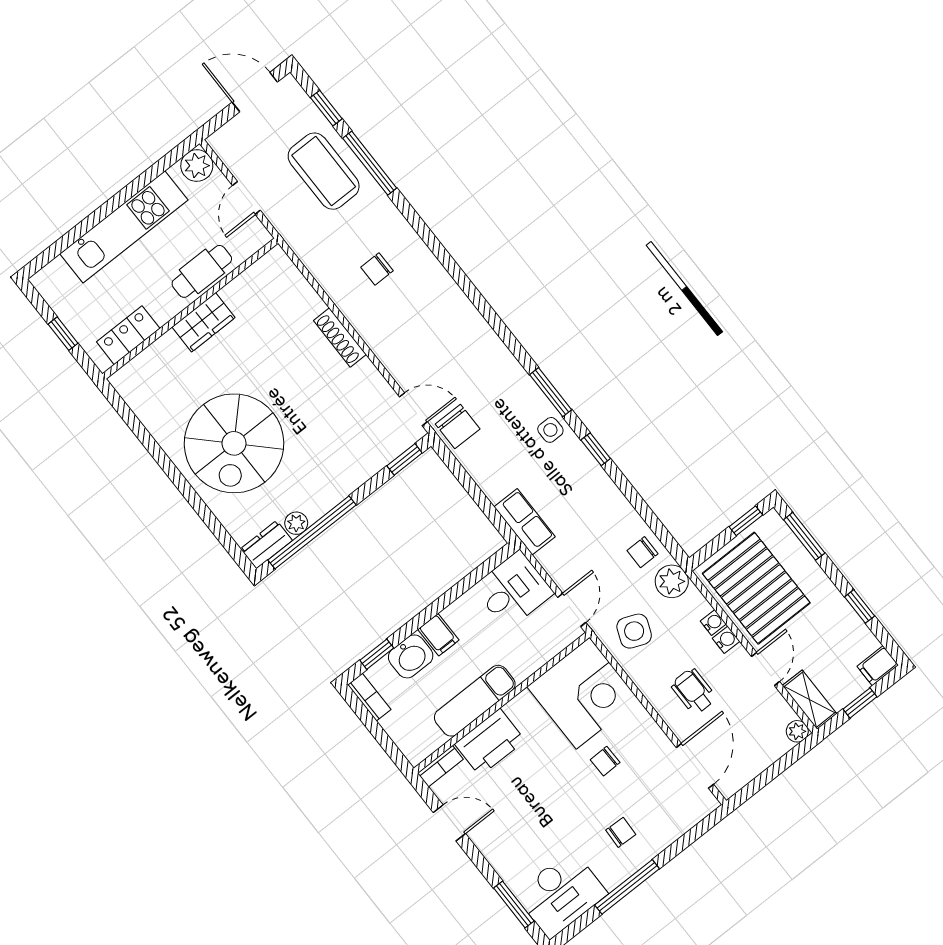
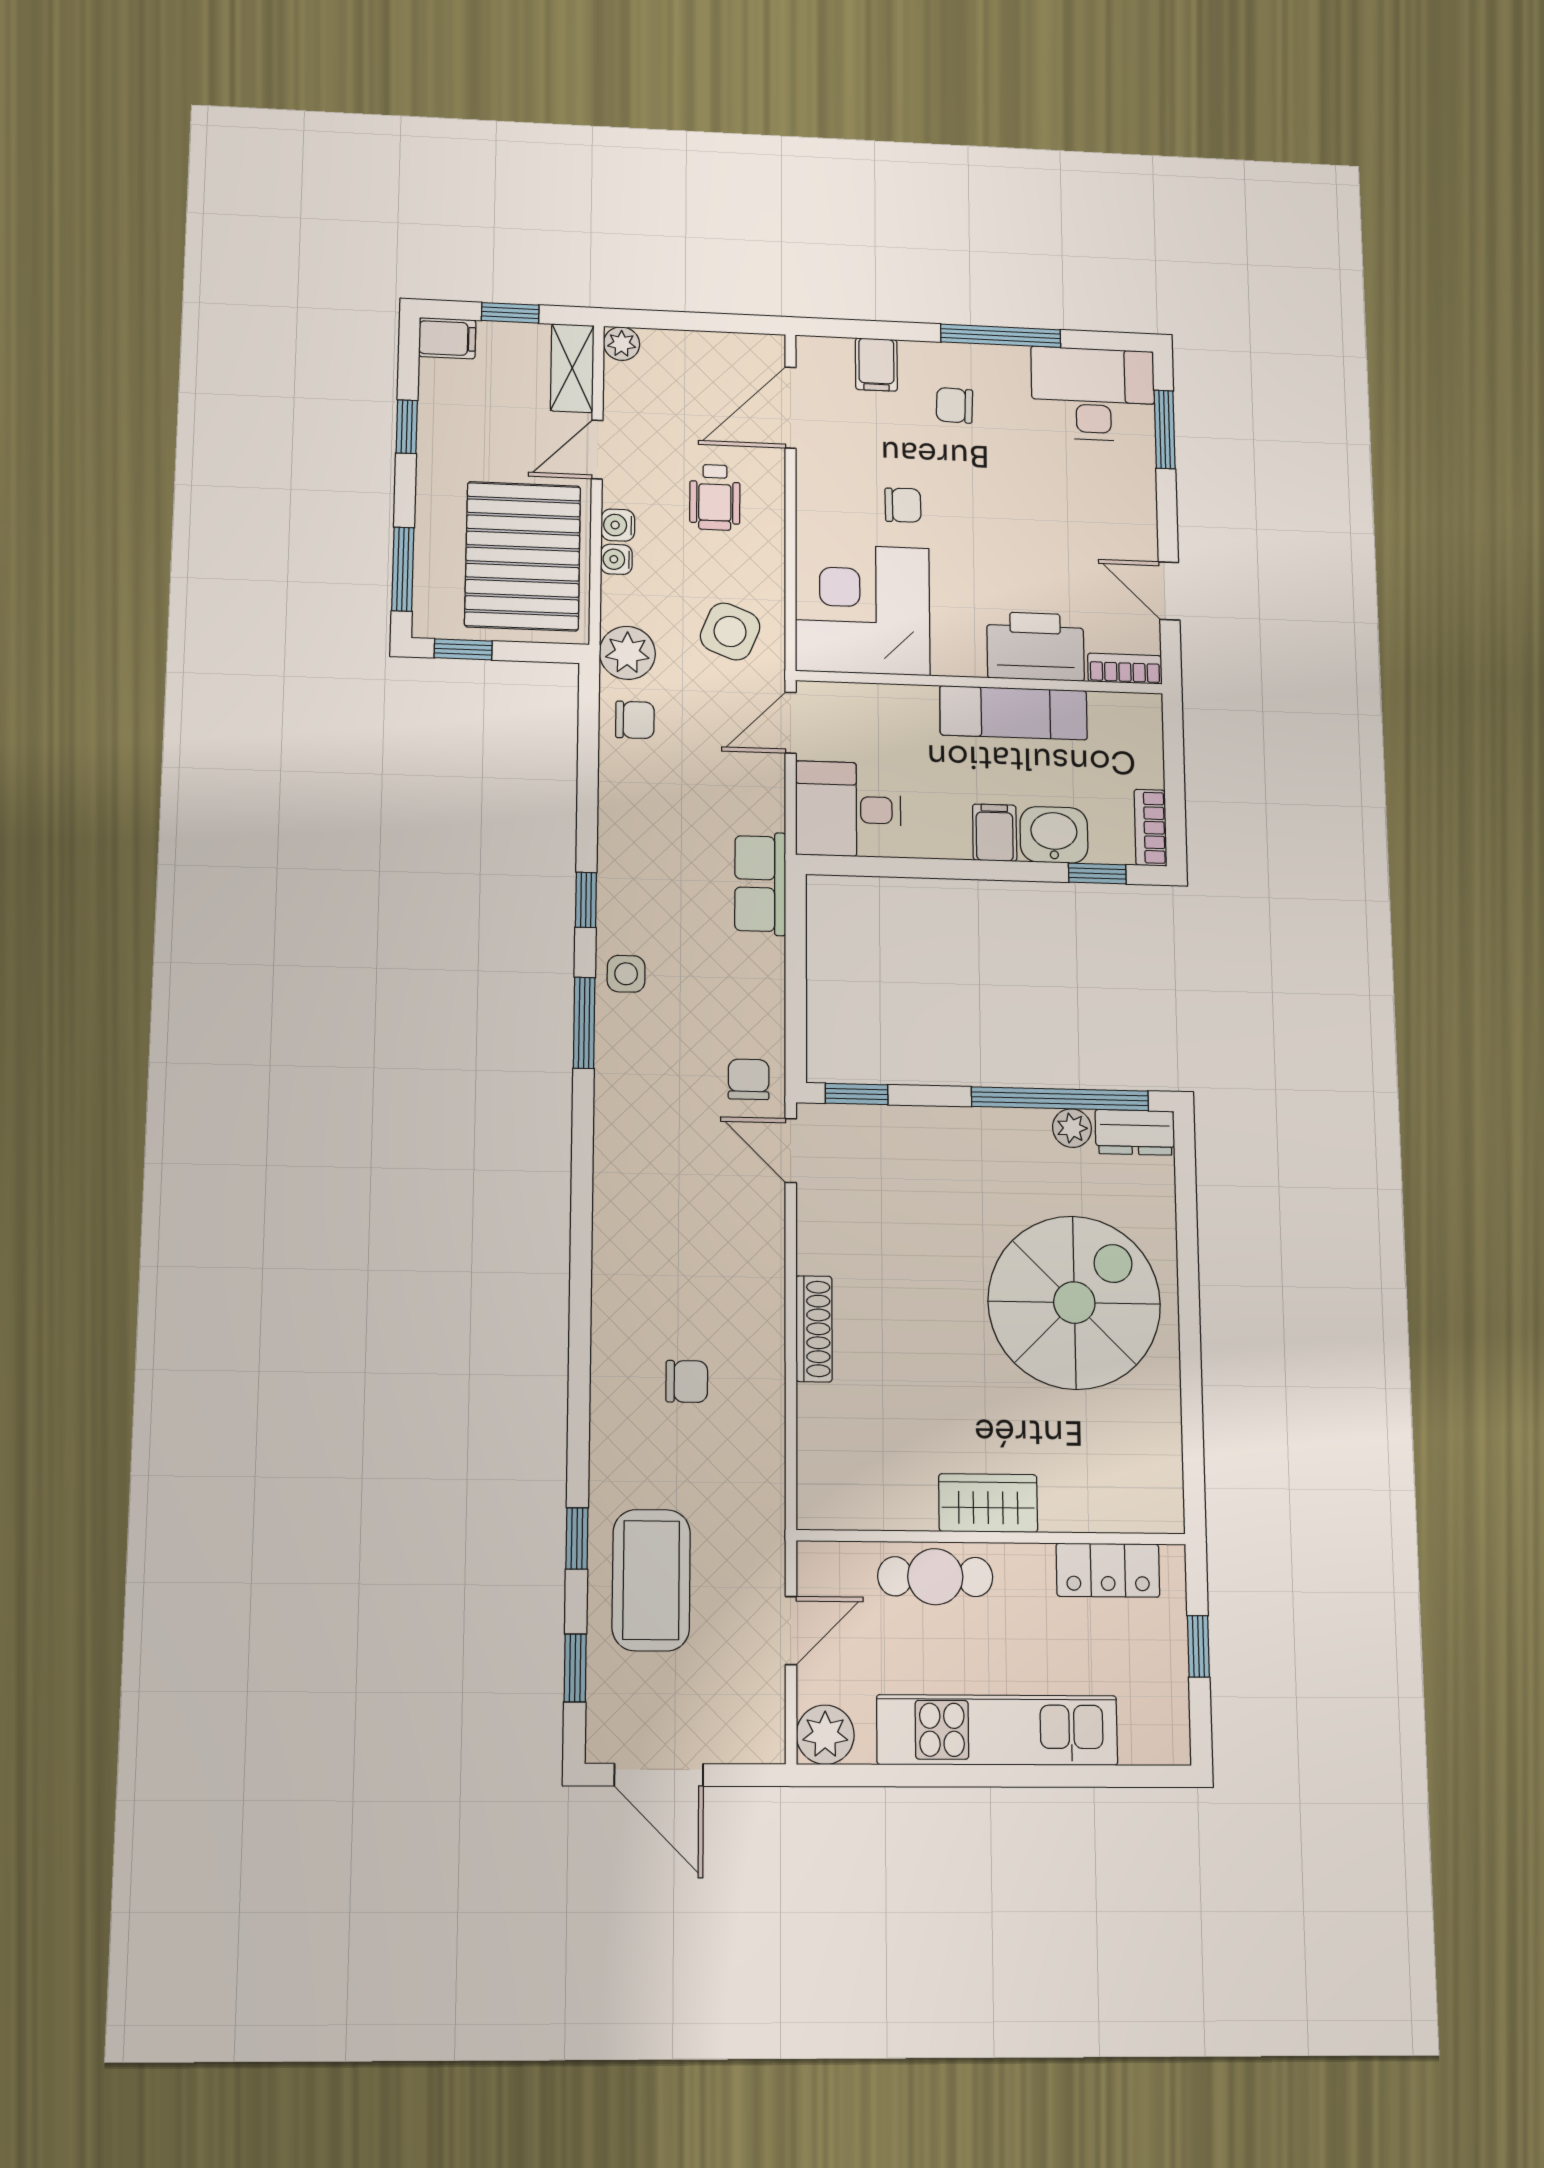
window: (370, 163) -> (577, 1538), width x0.46
chair: (458, 426) -> (749, 1079), width x0.73, depth x0.73
filing cabinet: (673, 822) -> (876, 365), added

